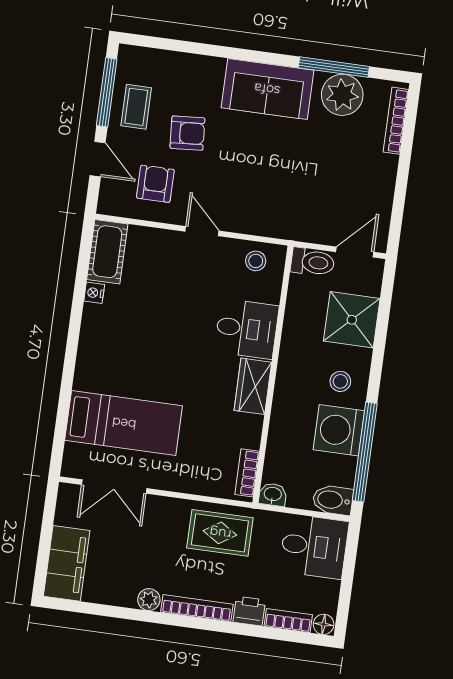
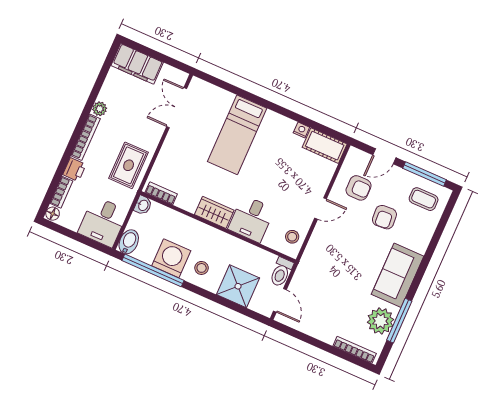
coffee table: (136, 107) -> (424, 199), moved
bed: (124, 423) -> (237, 135), moved

